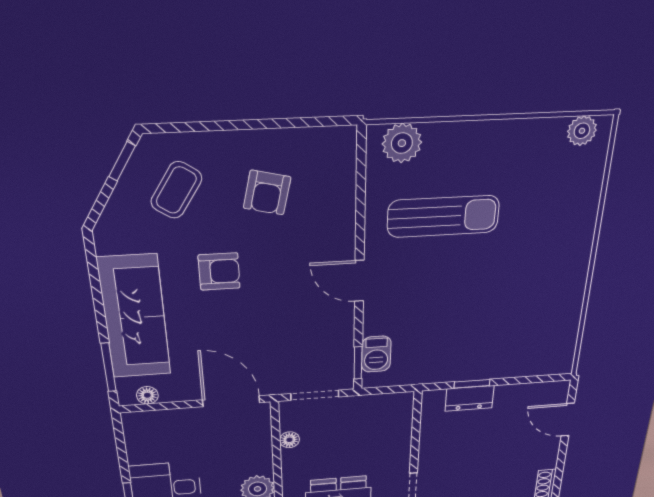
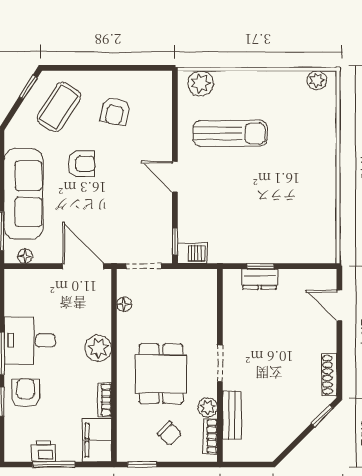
coffee table: (176, 190) -> (59, 107), width x1.36, depth x1.30
barbecue: (376, 354) -> (192, 253), moved, turned -90

